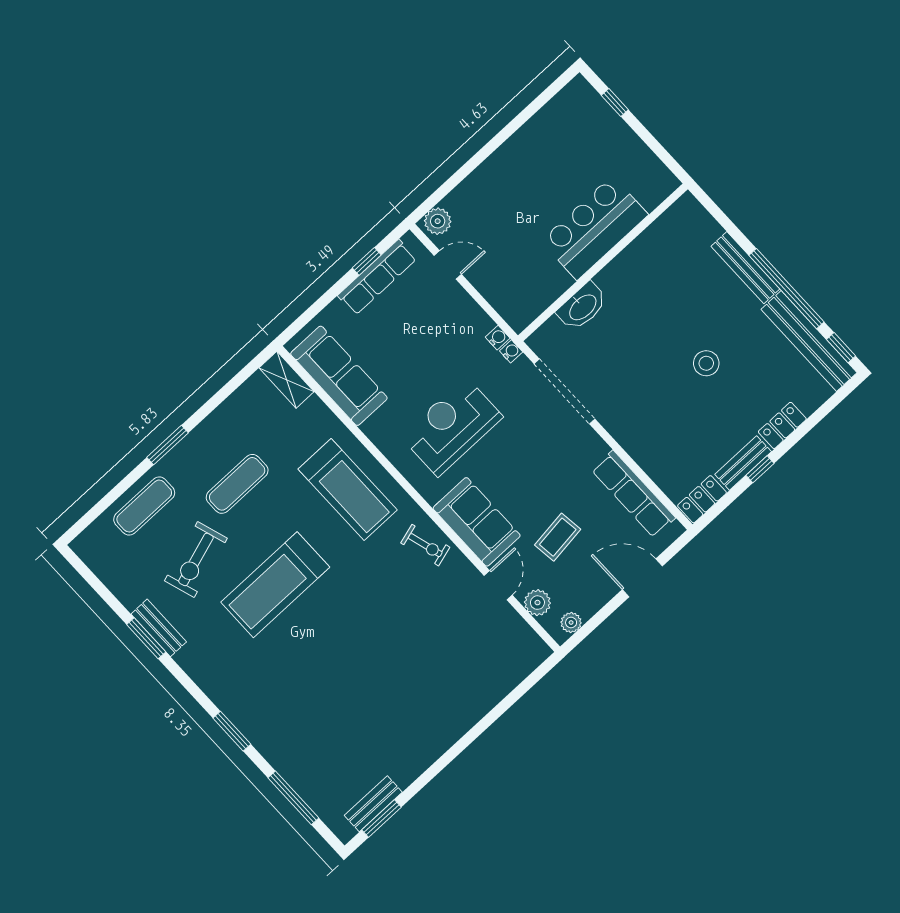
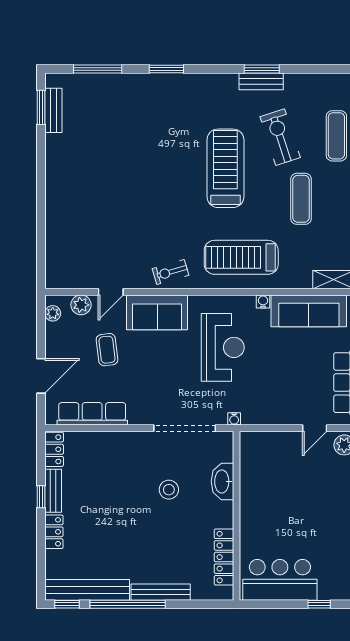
bar counter: (594, 228) -> (280, 580), moved, turned -90
locker: (654, 237) -> (224, 557), added
water cooler: (498, 338) -> (263, 302), moved, turned 180
stool: (706, 363) -> (169, 490), moved
door: (498, 585) -> (111, 292), hinge flipped

